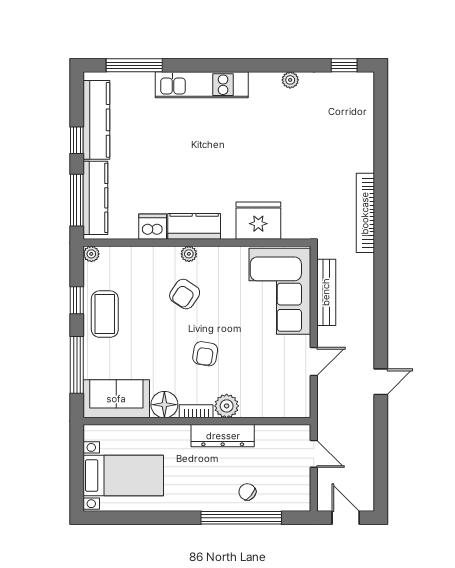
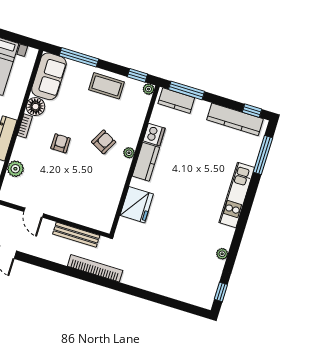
window: (77, 140) -> (252, 111), moved
kitchen counter: (95, 198) -> (176, 101), width x0.67
bookcase: (365, 213) -> (95, 268), moved
corner sofa: (280, 291) -> (86, 205), removed
armchair: (185, 294) -> (104, 142), turned 84
window: (77, 300) -> (137, 75), moved
armchair: (205, 354) -> (61, 143), turned 81
plant: (227, 406) -> (15, 169), moved

